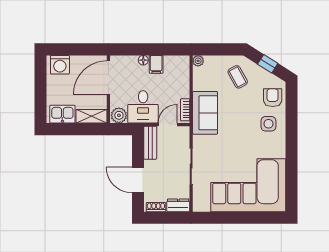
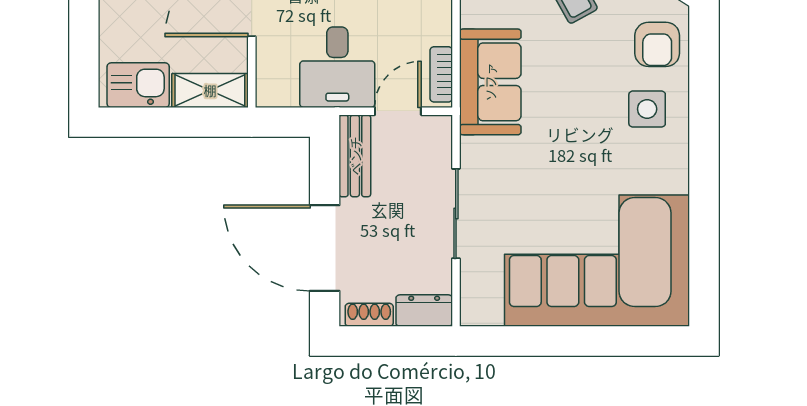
armchair: (273, 98) -> (657, 44), turned 180
plant: (119, 115) -> (278, 88), removed
door: (138, 180) -> (325, 248), width x1.36

